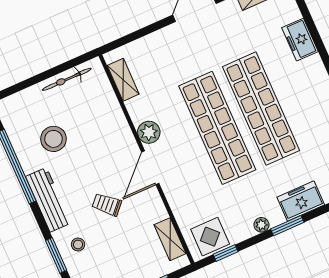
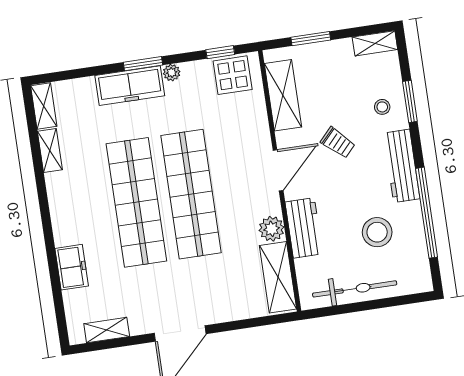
bicycle: (67, 79) -> (355, 289), width x1.37, depth x1.40
shelving: (123, 80) -> (278, 277), width x1.50, depth x1.33
workbench: (116, 126) -> (304, 228), added
plant: (149, 132) -> (272, 229), moved
freezer: (301, 201) -> (130, 86), width x1.40
shelving: (170, 239) -> (283, 95), width x1.50, depth x1.33

